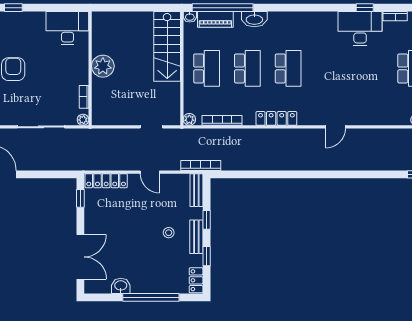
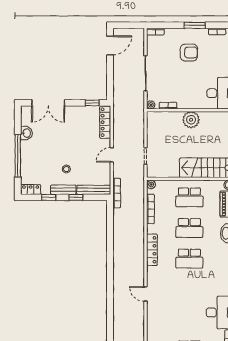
bench: (196, 190) -> (94, 190), width x1.36

